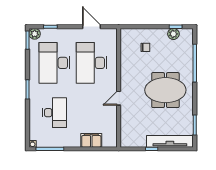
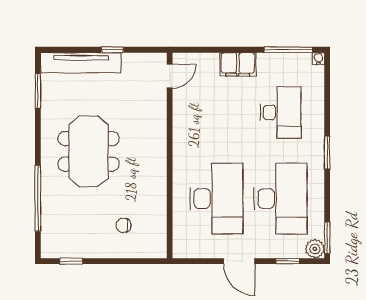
door: (91, 27) -> (239, 261), moved
plant: (173, 34) -> (75, 249), removed
meeting table: (165, 90) -> (89, 151), turned 90
door: (119, 98) -> (170, 76), moved
desk: (55, 113) -> (280, 112), turned 180
filing cabinet: (91, 140) -> (238, 64), moved

